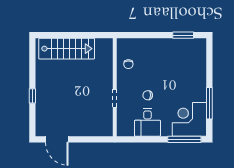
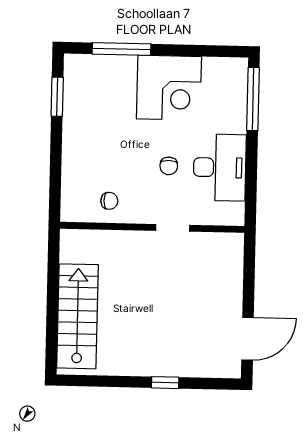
window: (209, 103) -> (122, 49), moved
corner desk: (189, 119) -> (169, 88), moved, turned -90
desk: (147, 122) -> (220, 167), width x1.37

